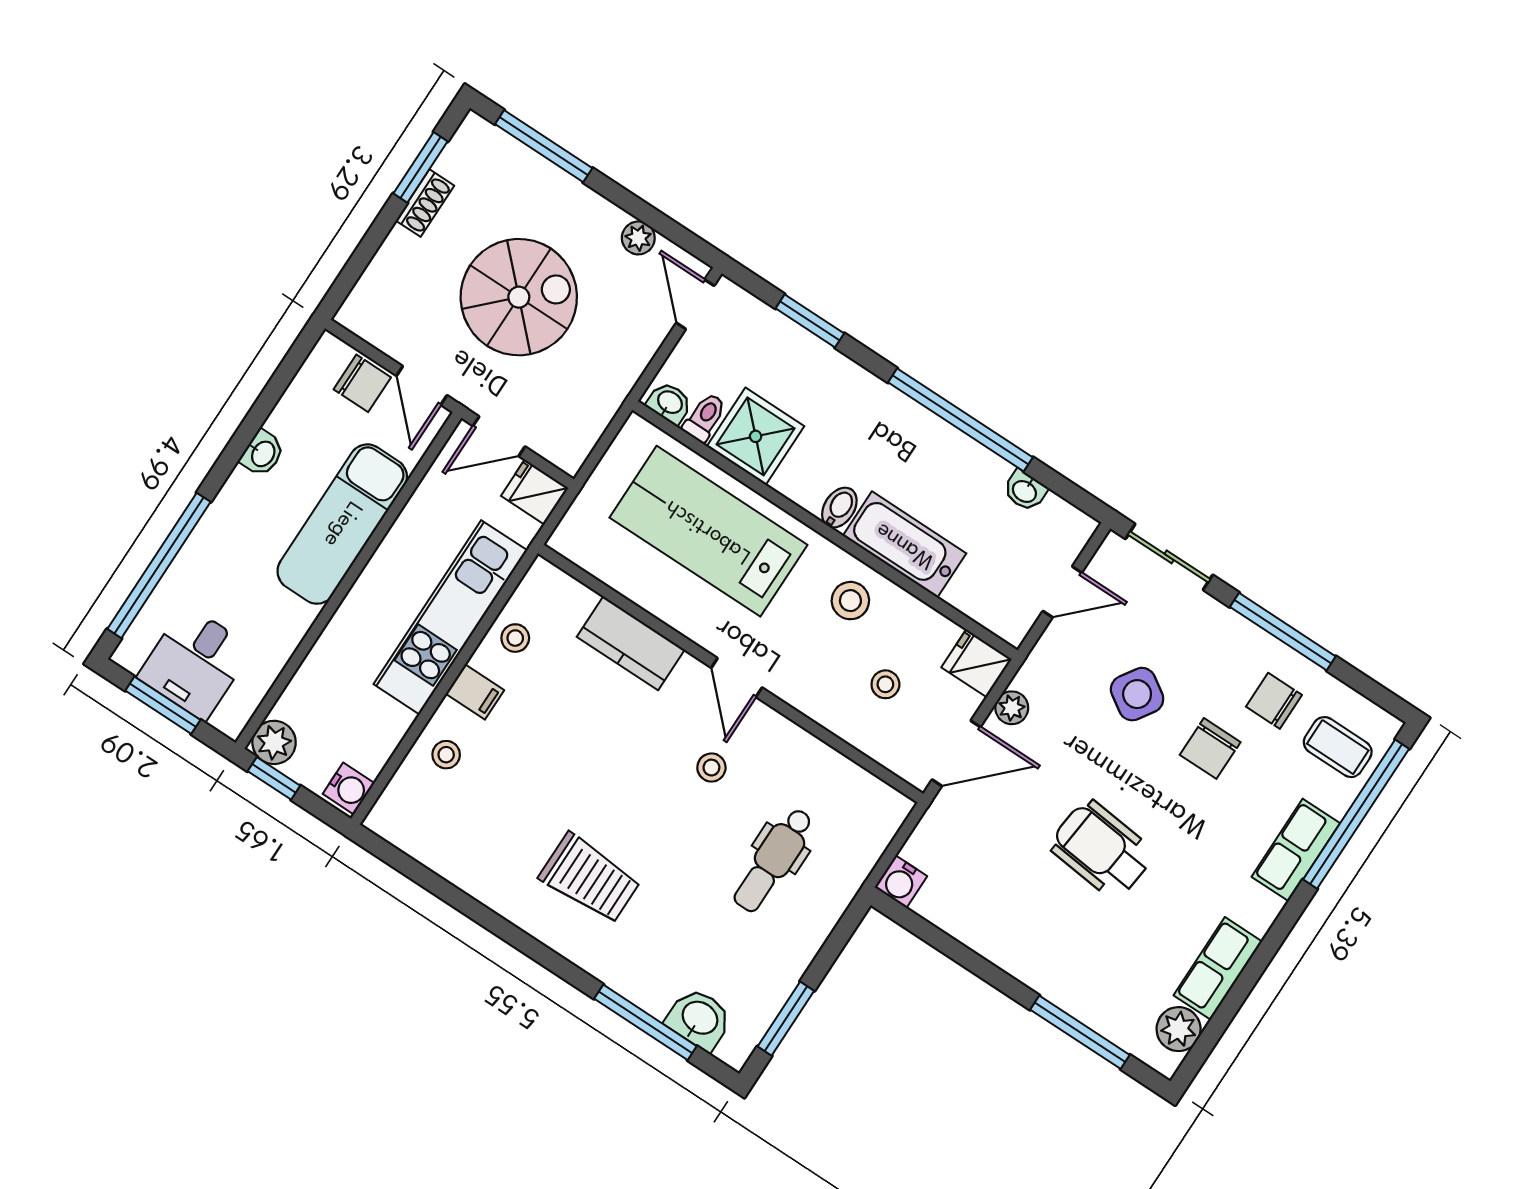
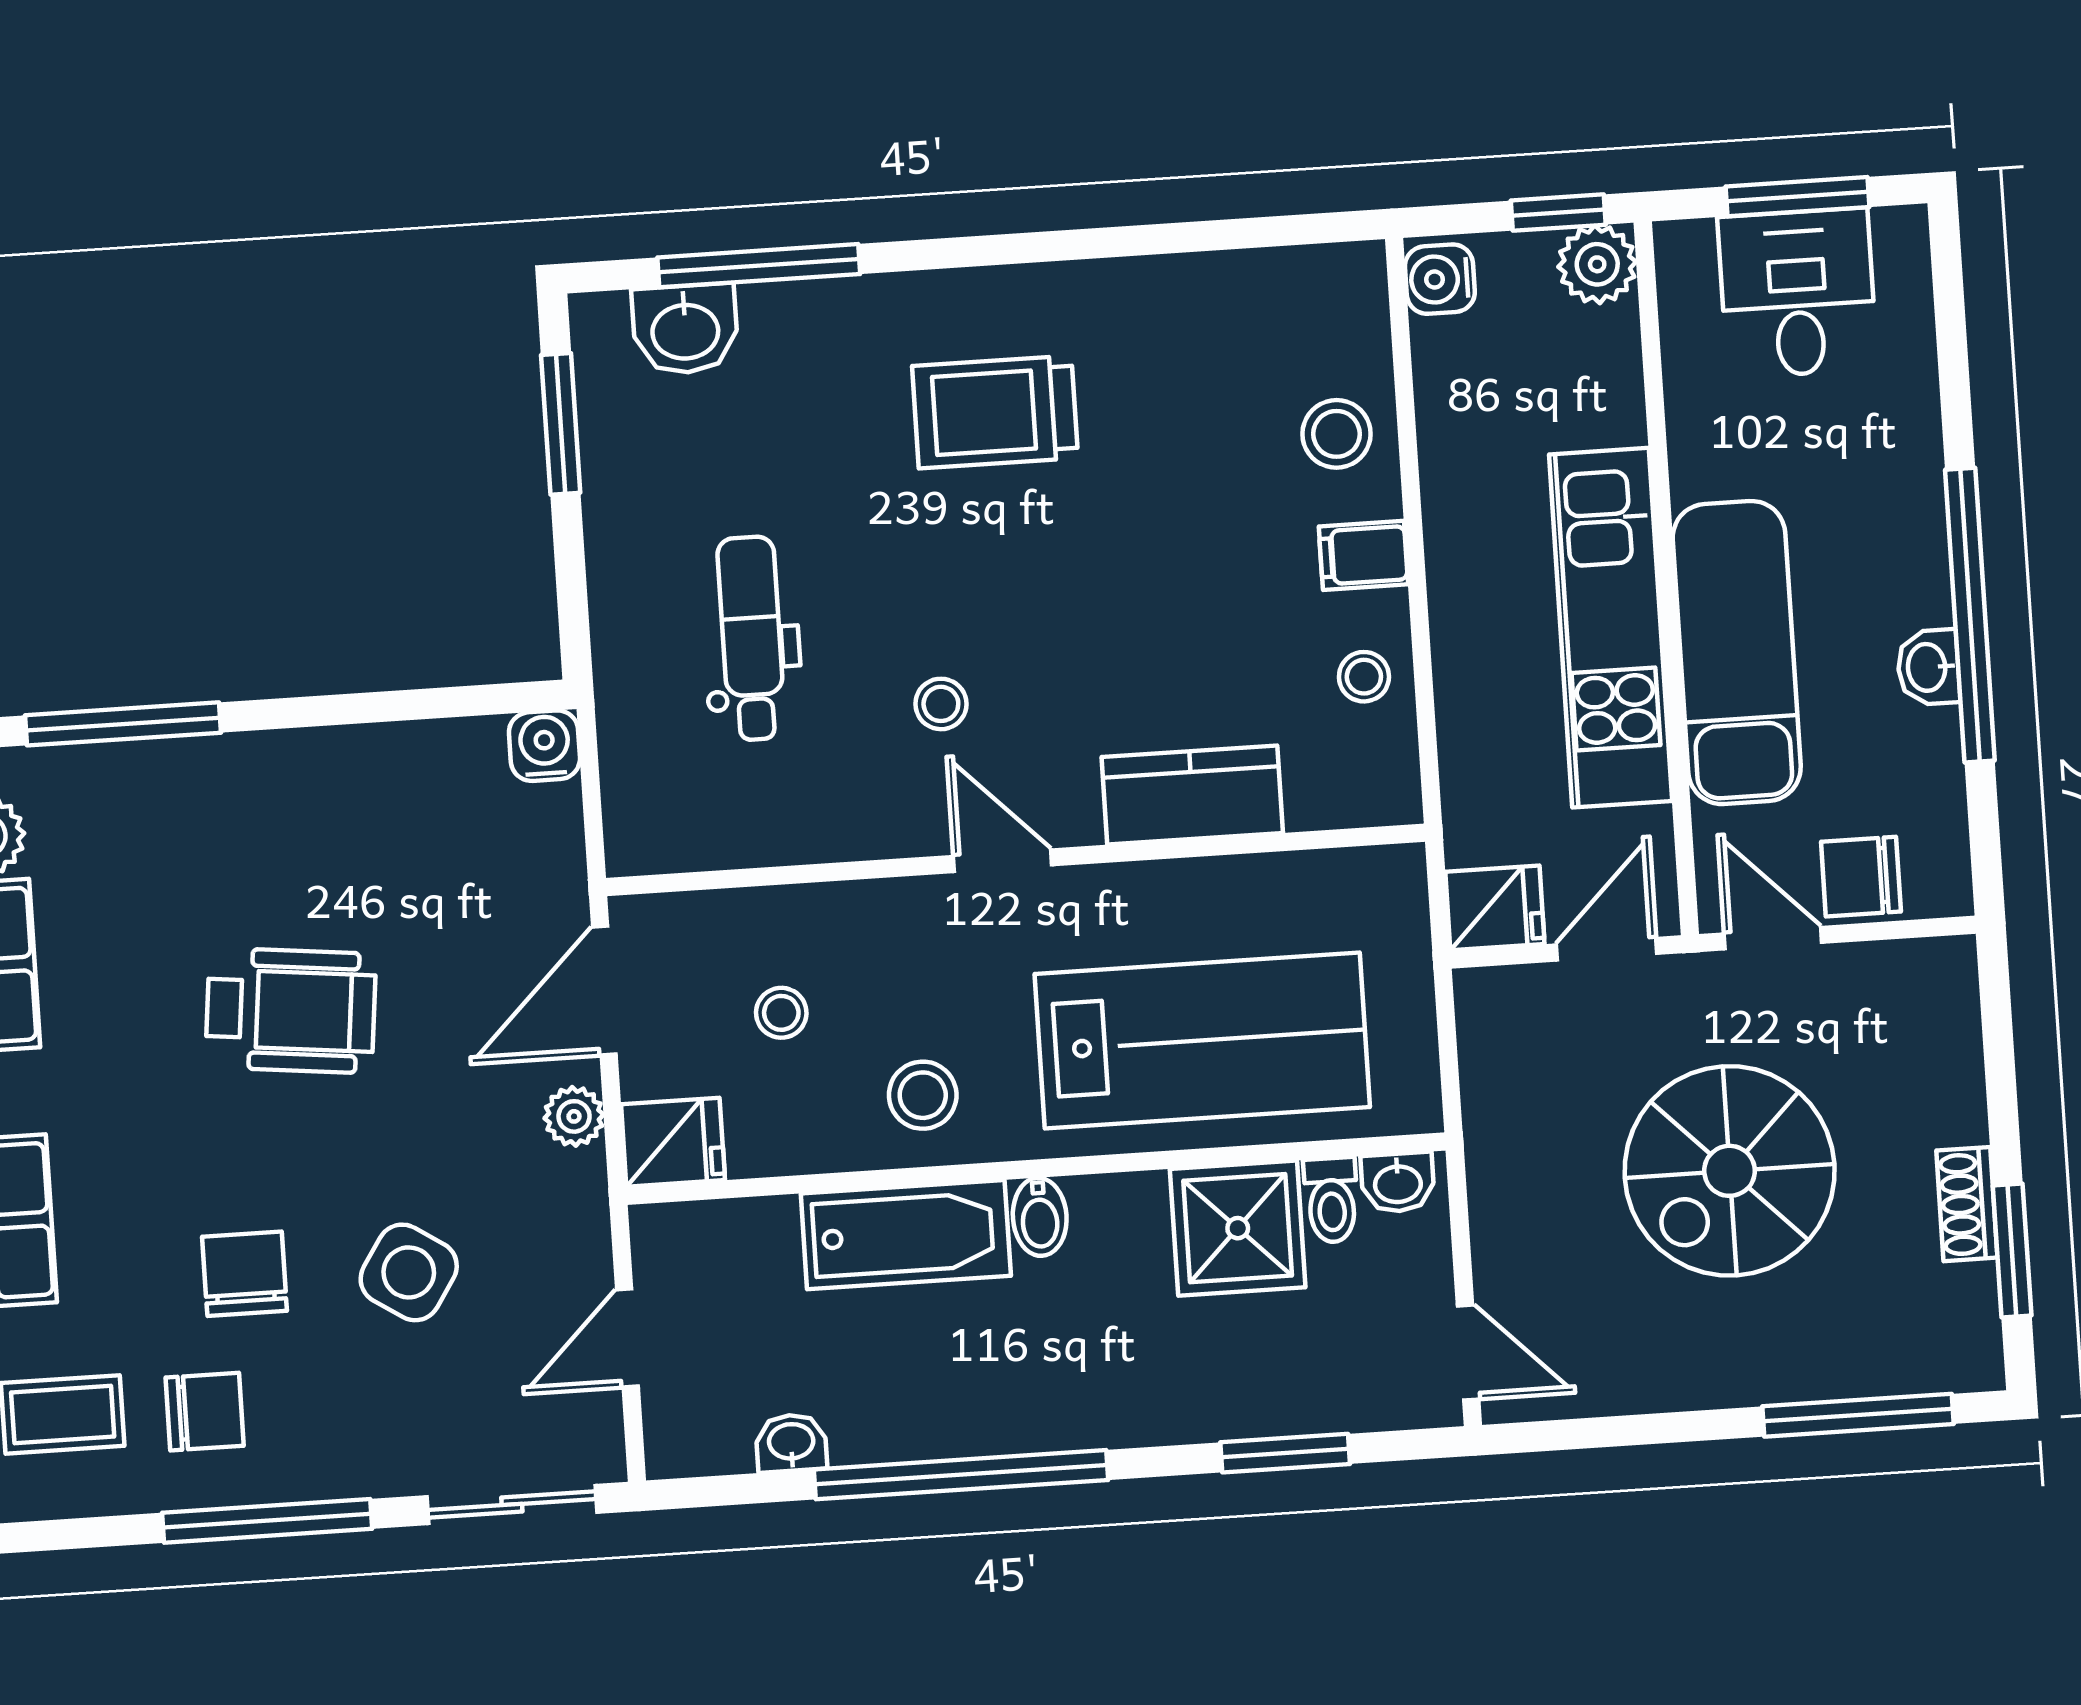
plant: (638, 238) -> (1622, 1386), removed
window: (159, 565) -> (1970, 615), moved
kitchen unit: (450, 617) -> (1611, 628), moved, turned 180
stool: (446, 755) -> (1336, 434), width x1.37, depth x1.37

